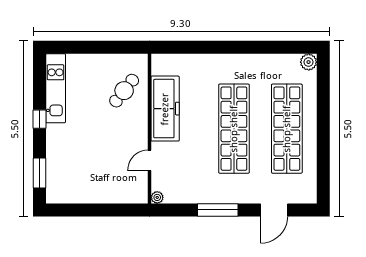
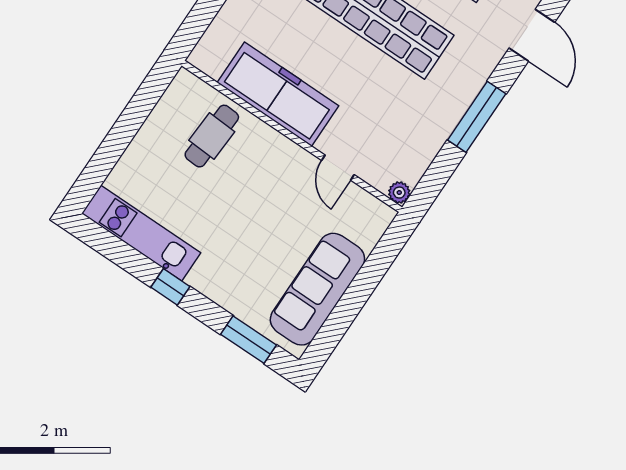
cafe table: (124, 91) -> (212, 136), turned 55
sofa: (85, 190) -> (317, 289), added

